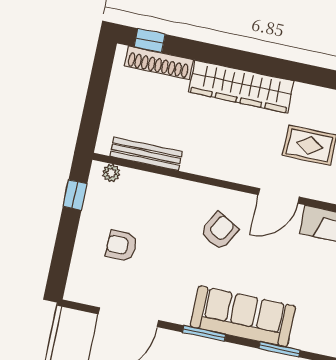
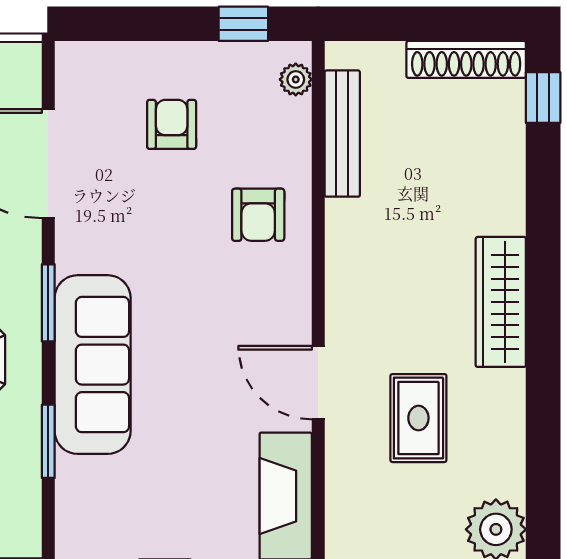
shoe rack: (159, 63) -> (466, 59), moved, turned -90
wardrobe: (241, 86) -> (501, 302), width x0.71, depth x0.85
armchair: (219, 231) -> (258, 215), moved, turned 61

